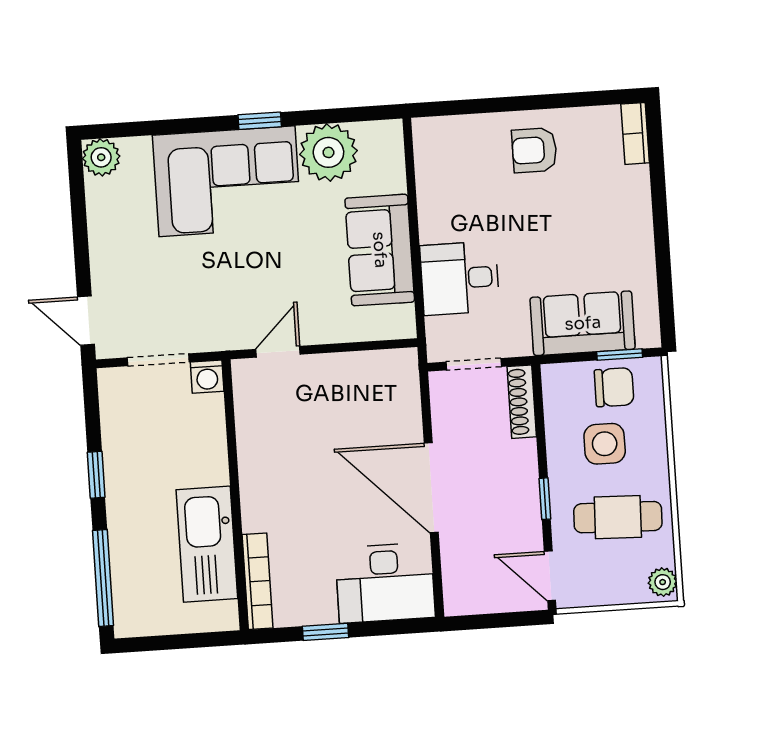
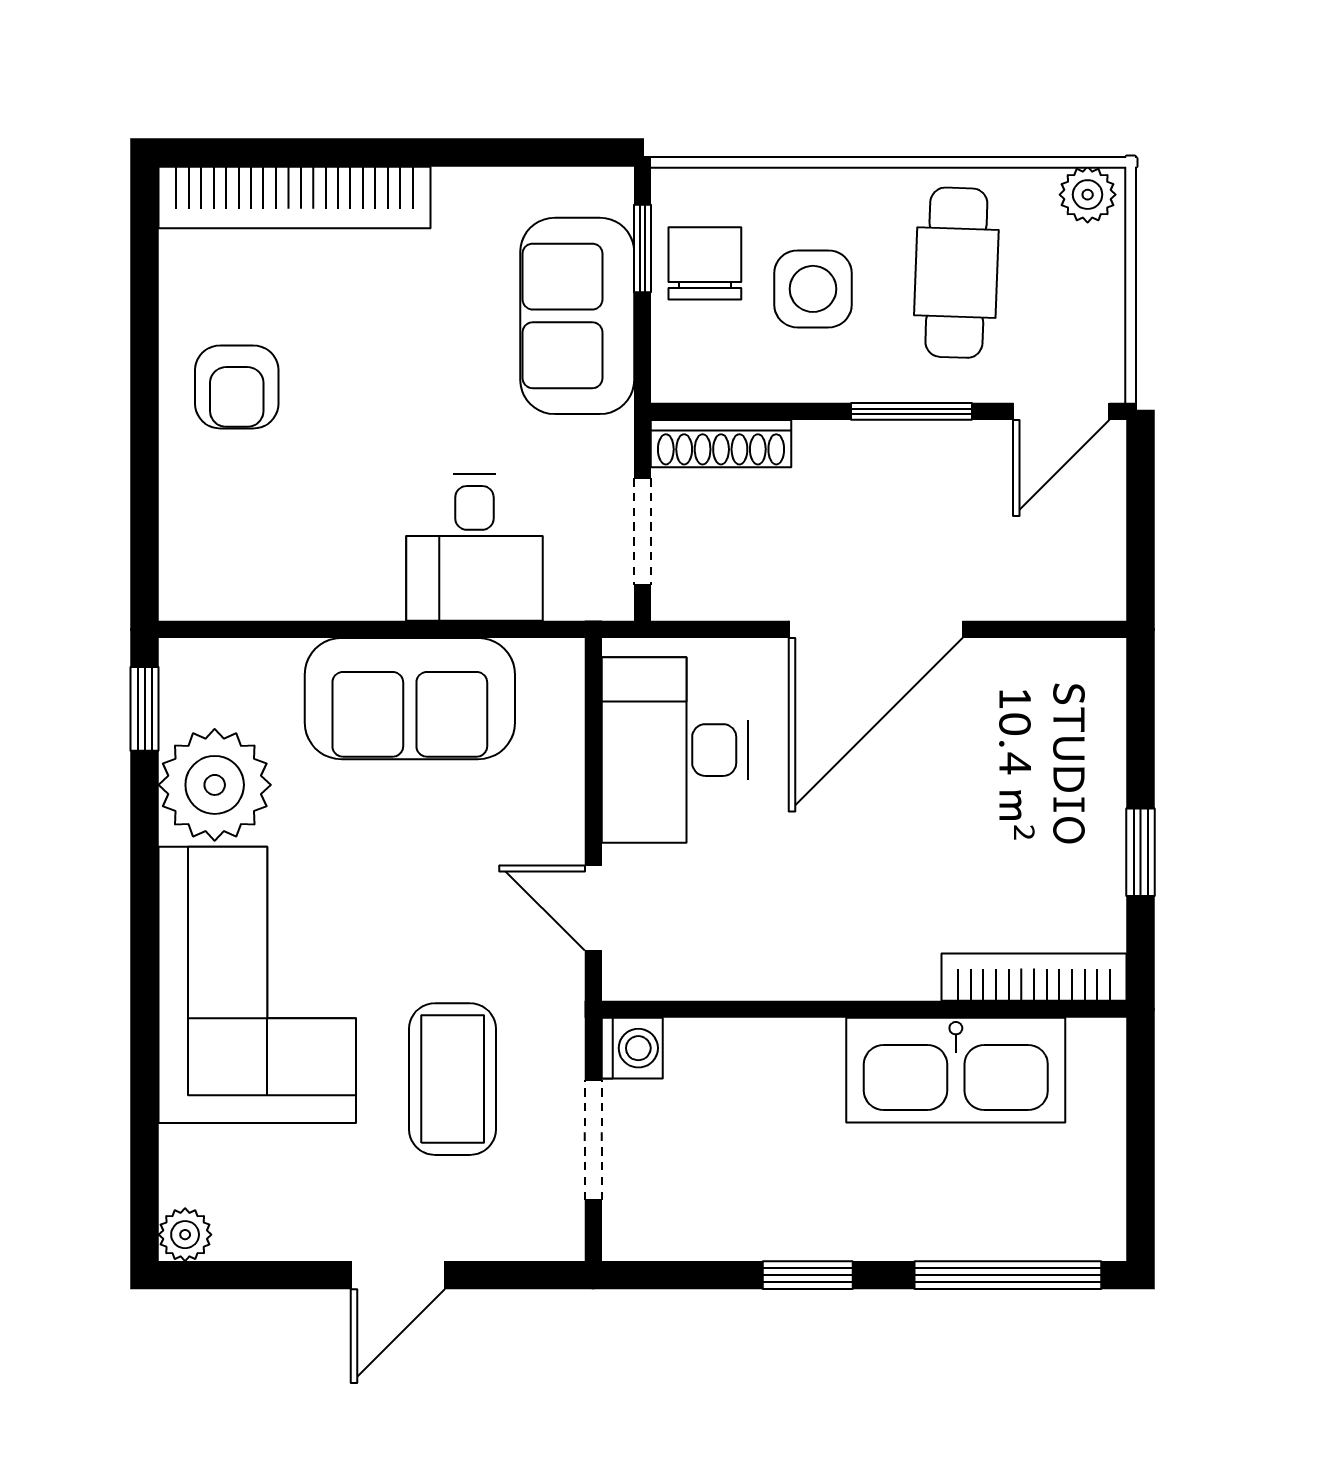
window: (260, 121) -> (145, 709), moved
bookcase: (635, 133) -> (295, 197), width x2.31, depth x1.31
plant: (101, 157) -> (185, 1235), width x0.73, depth x0.73
coffee table: (185, 285) -> (453, 1079), added
door: (86, 321) -> (398, 1275), moved
window: (545, 499) -> (911, 411), width x1.50
desk: (385, 583) -> (675, 750), moved, turned 180

